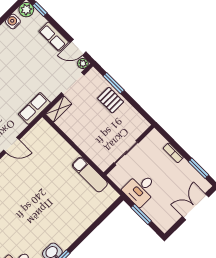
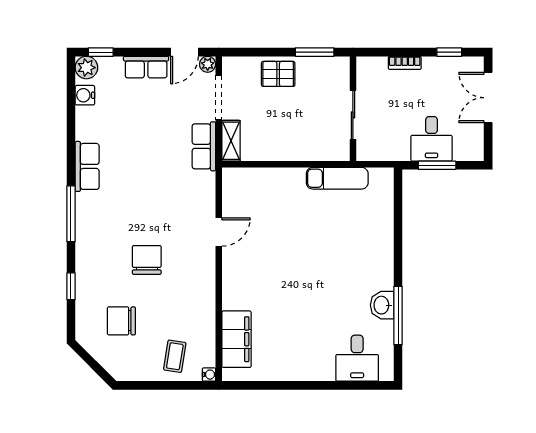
window: (114, 83) -> (315, 52), moved
row of seats: (34, 108) -> (204, 146), moved
window: (198, 168) -> (449, 52), width x0.67
desk: (140, 189) -> (432, 139), moved

